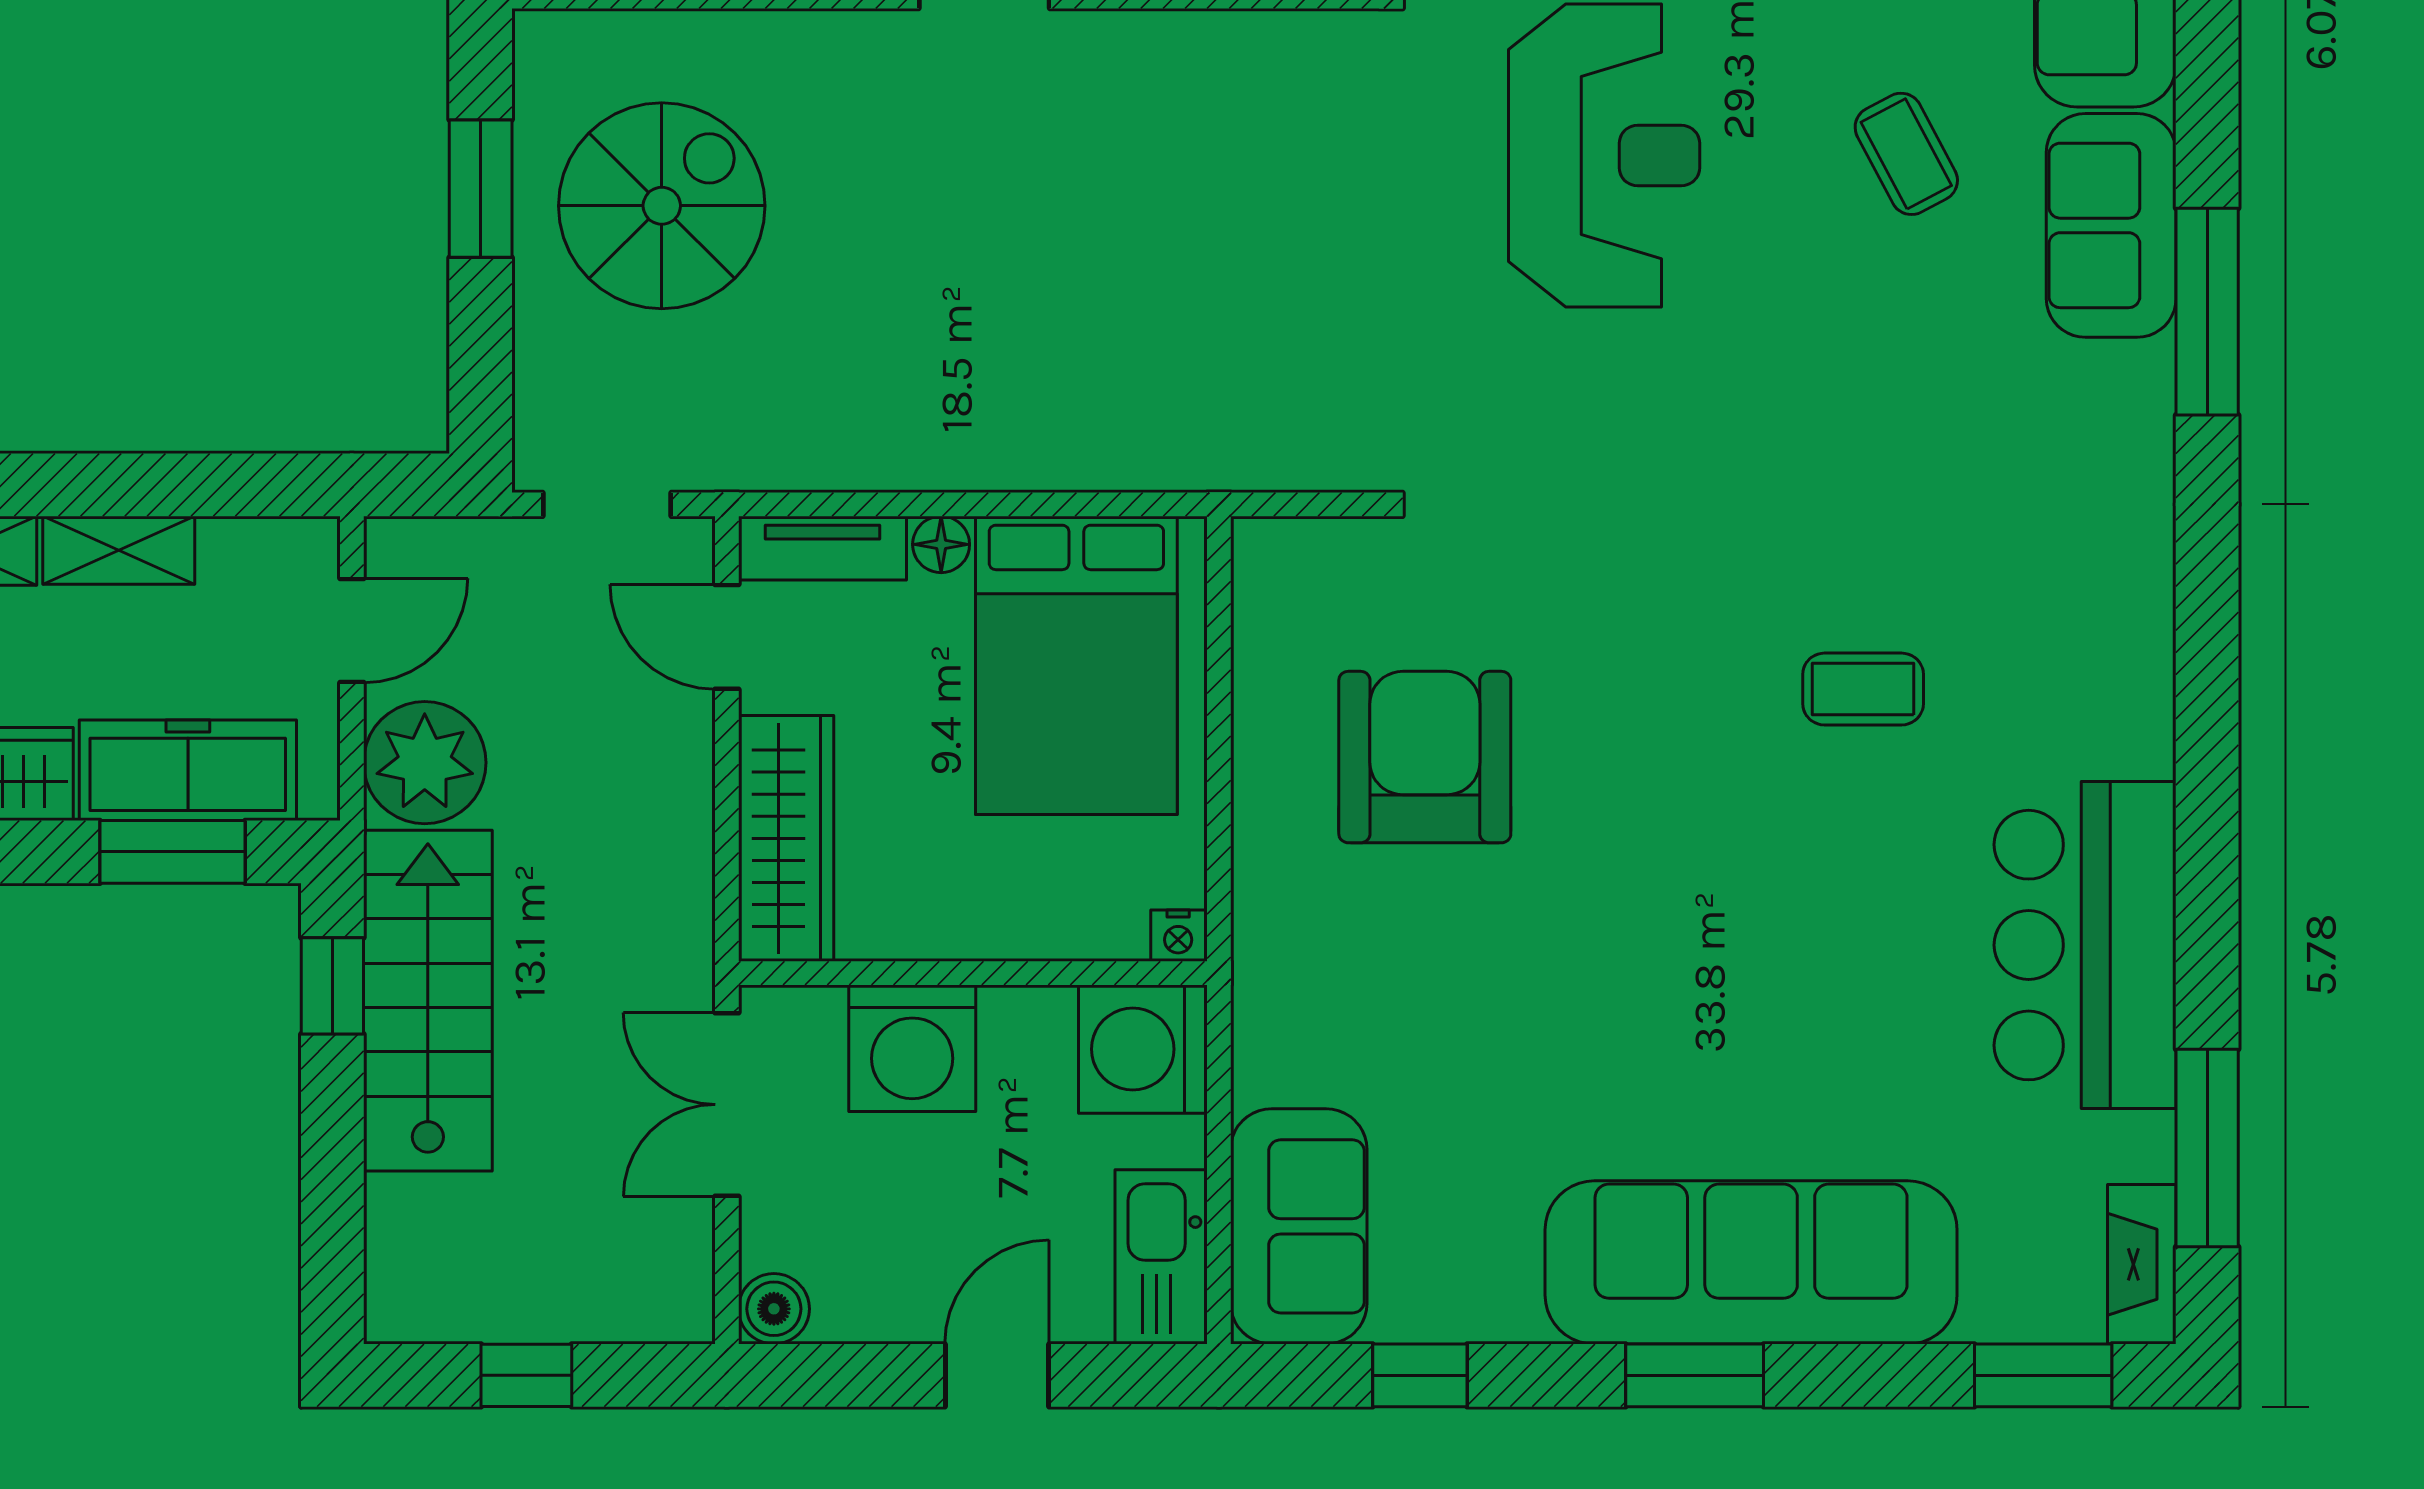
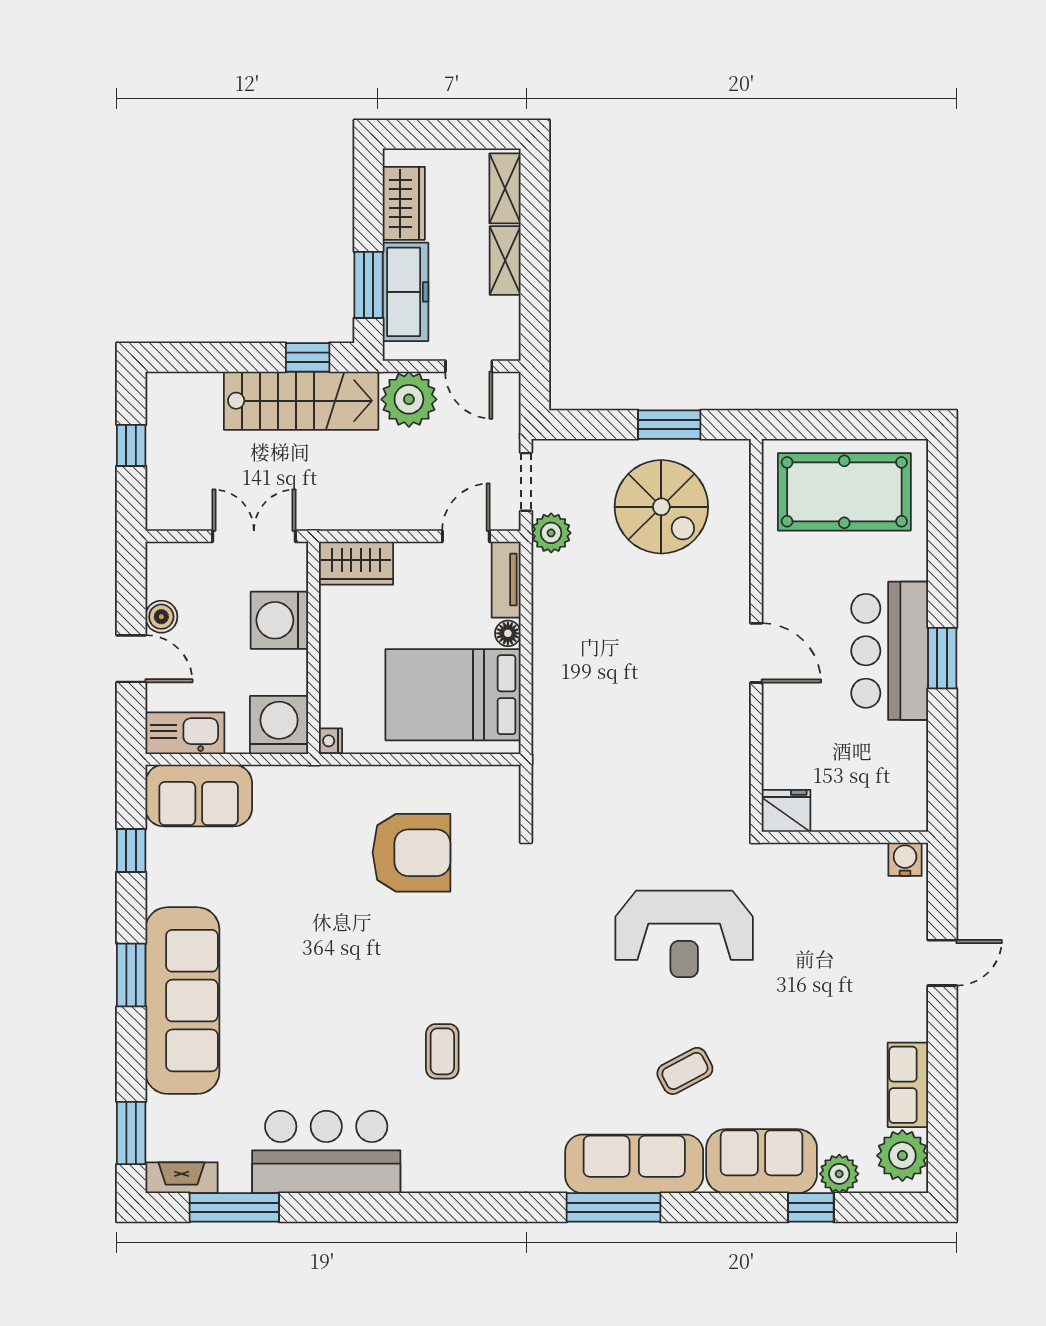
sofa: (2111, 225) -> (634, 1164), width x1.36
plant: (719, 449) -> (551, 533), added
wardrobe: (786, 838) -> (356, 563), width x0.67
boiler: (774, 1309) -> (161, 617), moved

